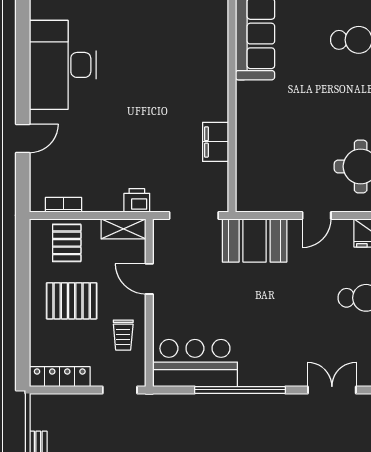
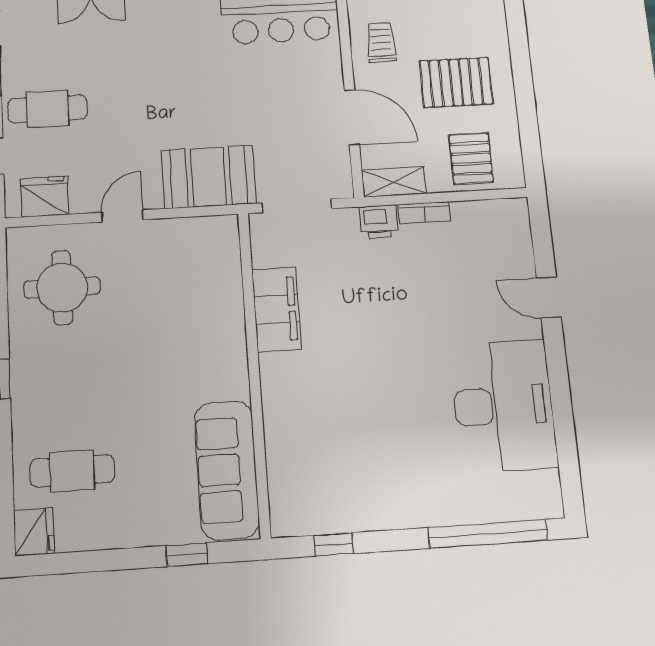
door: (23, 138) -> (549, 297), hinge flipped
filing cabinet: (216, 142) -> (276, 309), width x1.50, depth x1.17
bookcase: (63, 205) -> (424, 213), moved
door: (149, 279) -> (352, 117), width x1.38

